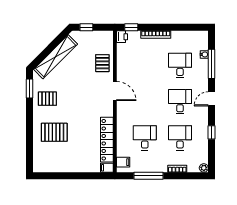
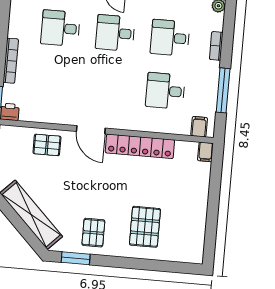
door: (115, 91) -> (91, 130), swing flipped
locker: (107, 140) -> (140, 146), moved

